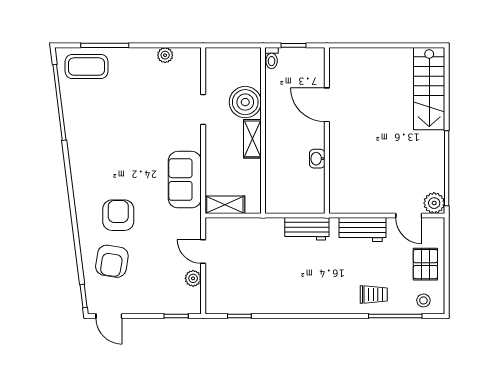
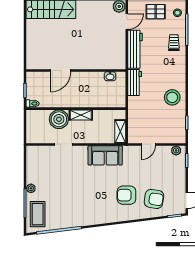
plant: (165, 55) -> (31, 188), moved
washbasin: (317, 159) -> (110, 76), moved
workbench: (362, 230) -> (135, 49), width x1.37
plant: (193, 278) -> (176, 150), moved
stool: (282, 292) -> (172, 97), added

